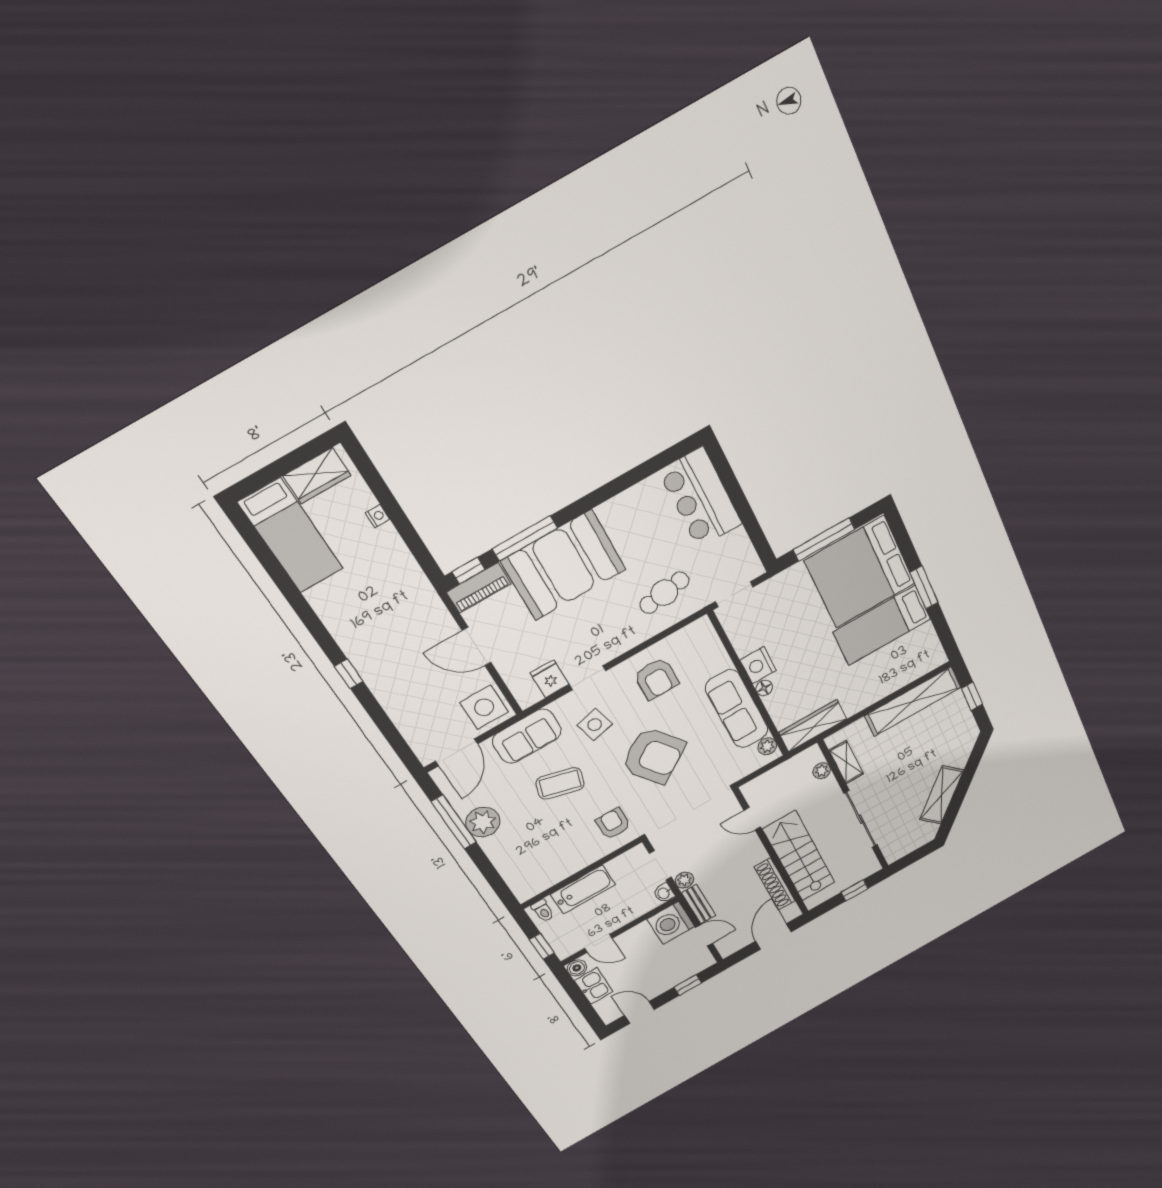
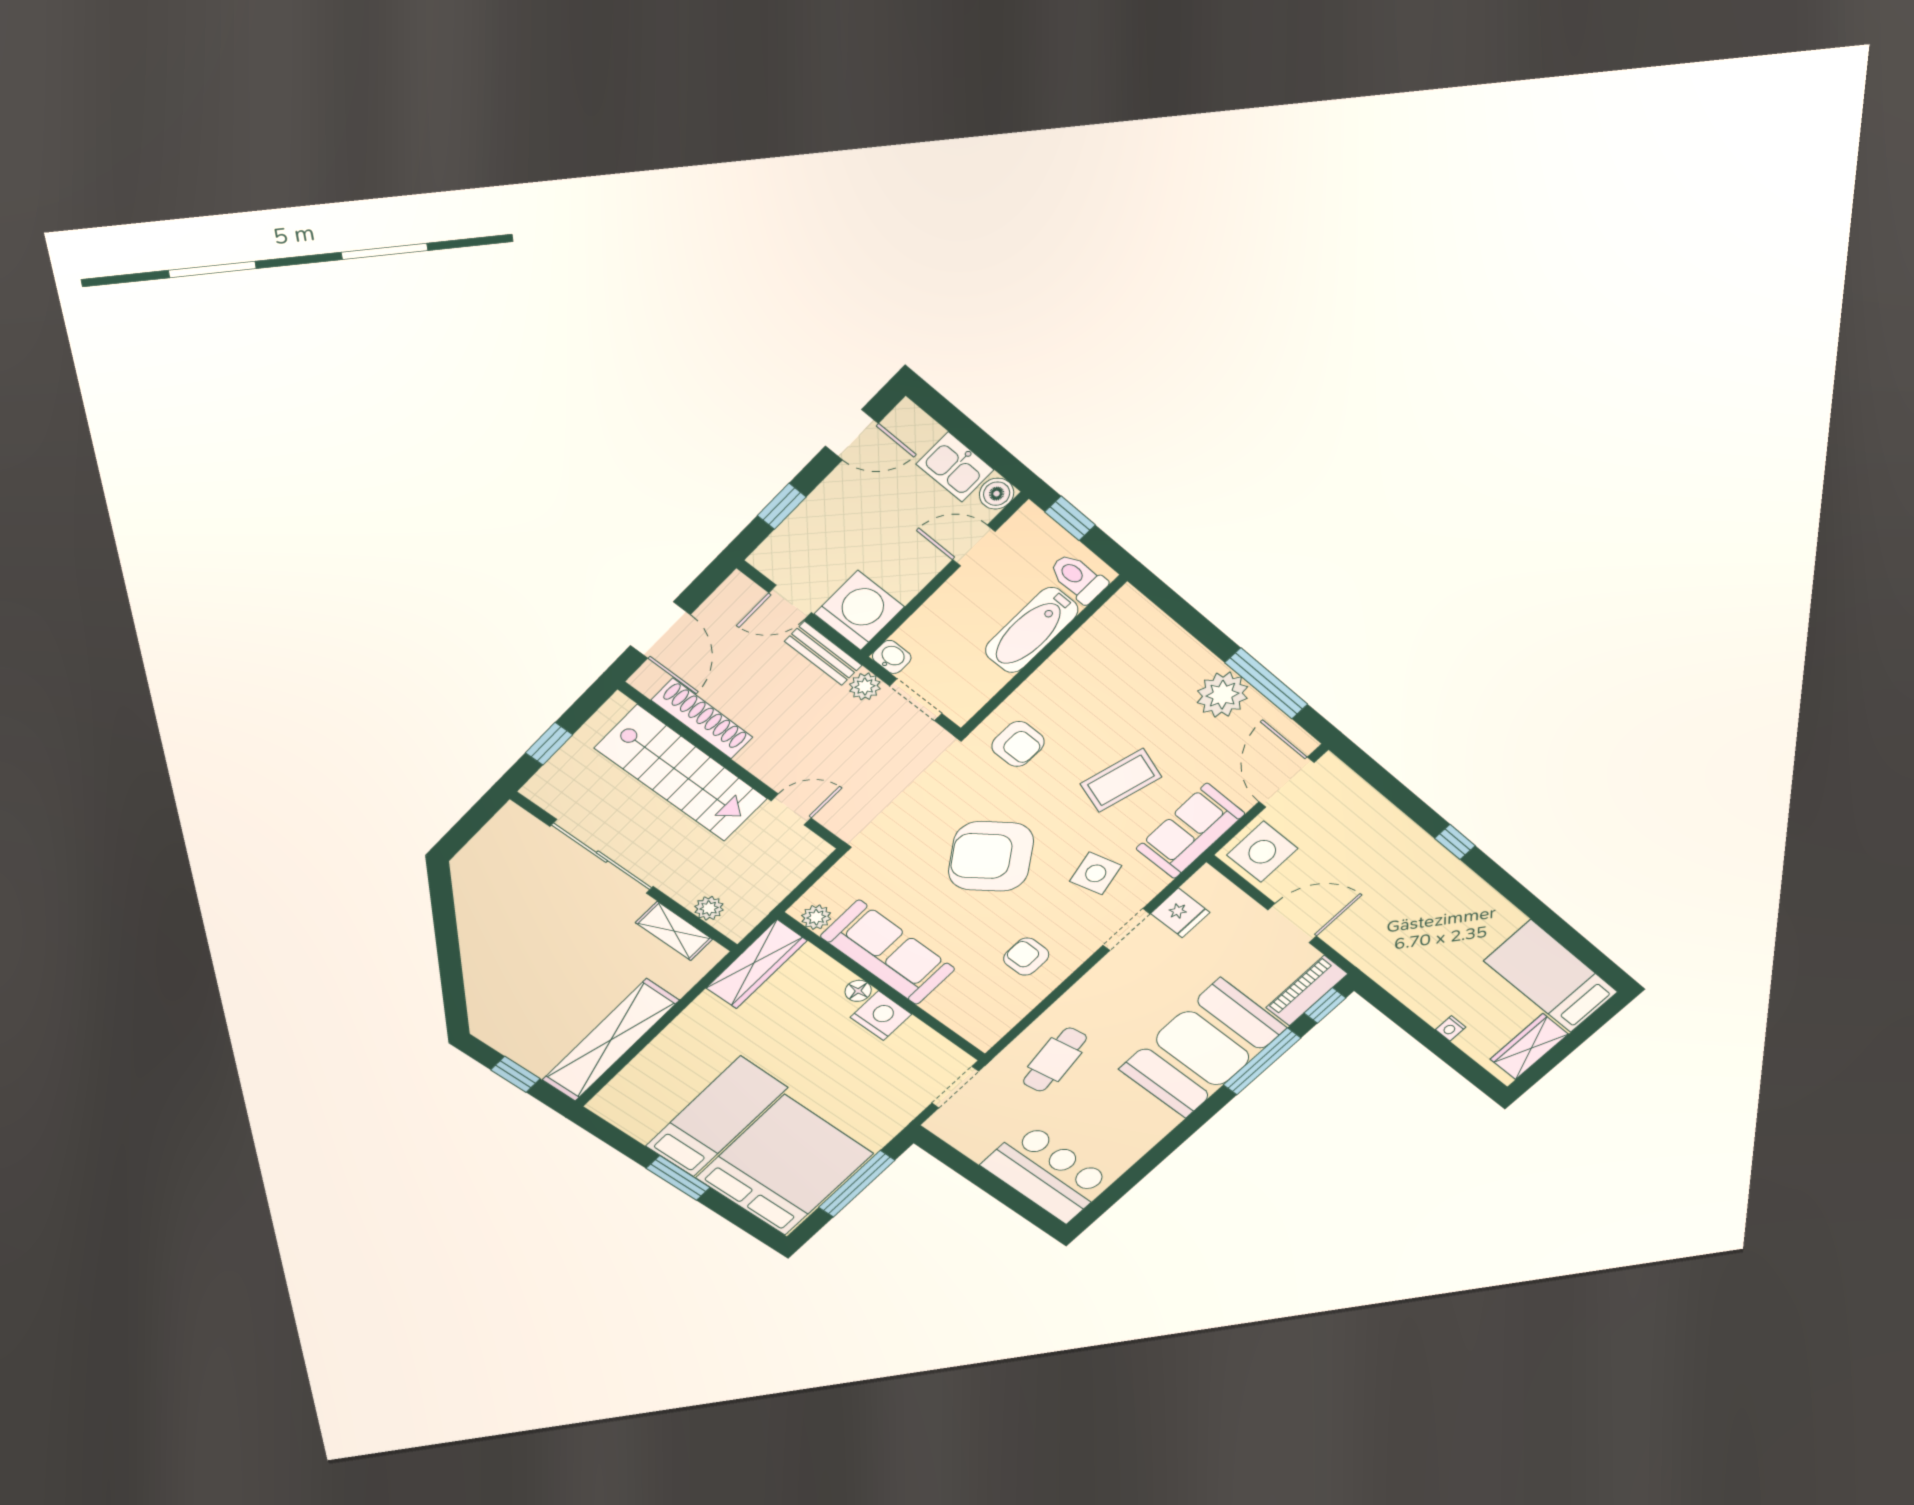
armchair: (656, 679) -> (1026, 957), width x0.72, depth x0.72
shelving: (942, 795) -> (479, 929), removed
toilet: (543, 911) -> (1078, 578), width x1.37, depth x1.39

